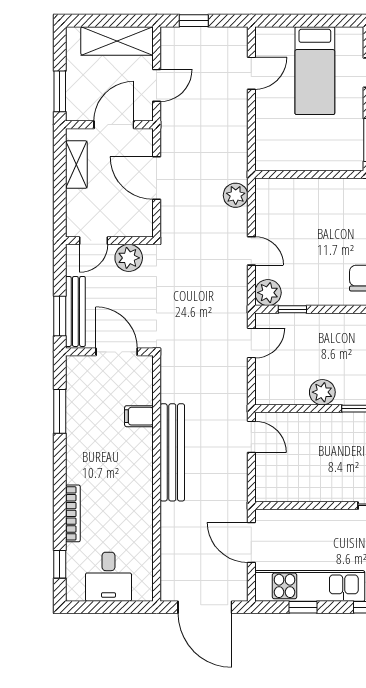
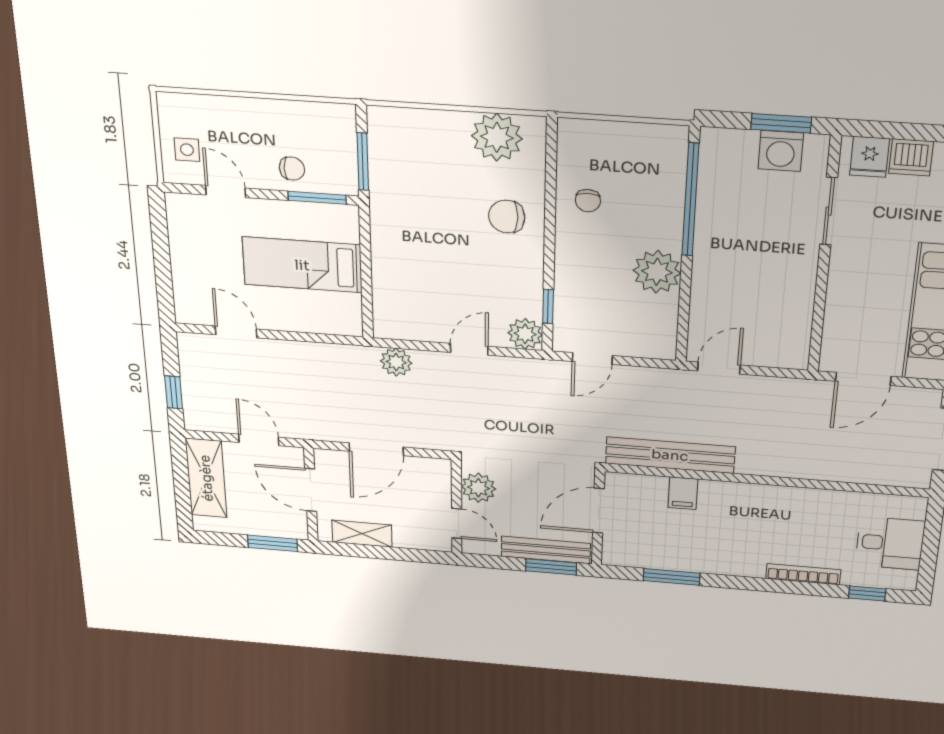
bed: (315, 71) -> (302, 265), moved, turned 180
door: (251, 343) -> (592, 359), swing flipped
plant: (322, 392) -> (657, 272), width x1.36, depth x1.36
bench: (172, 452) -> (670, 455), moved

